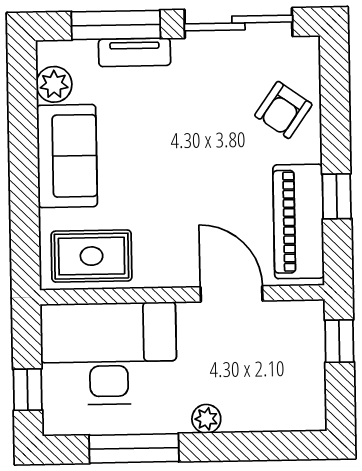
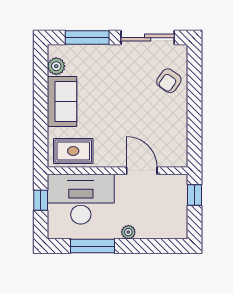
tv unit: (135, 52) -> (96, 51), removed
window: (337, 196) -> (194, 124), removed
piano: (299, 221) -> (175, 136), removed
window: (28, 390) -> (41, 200), moved

